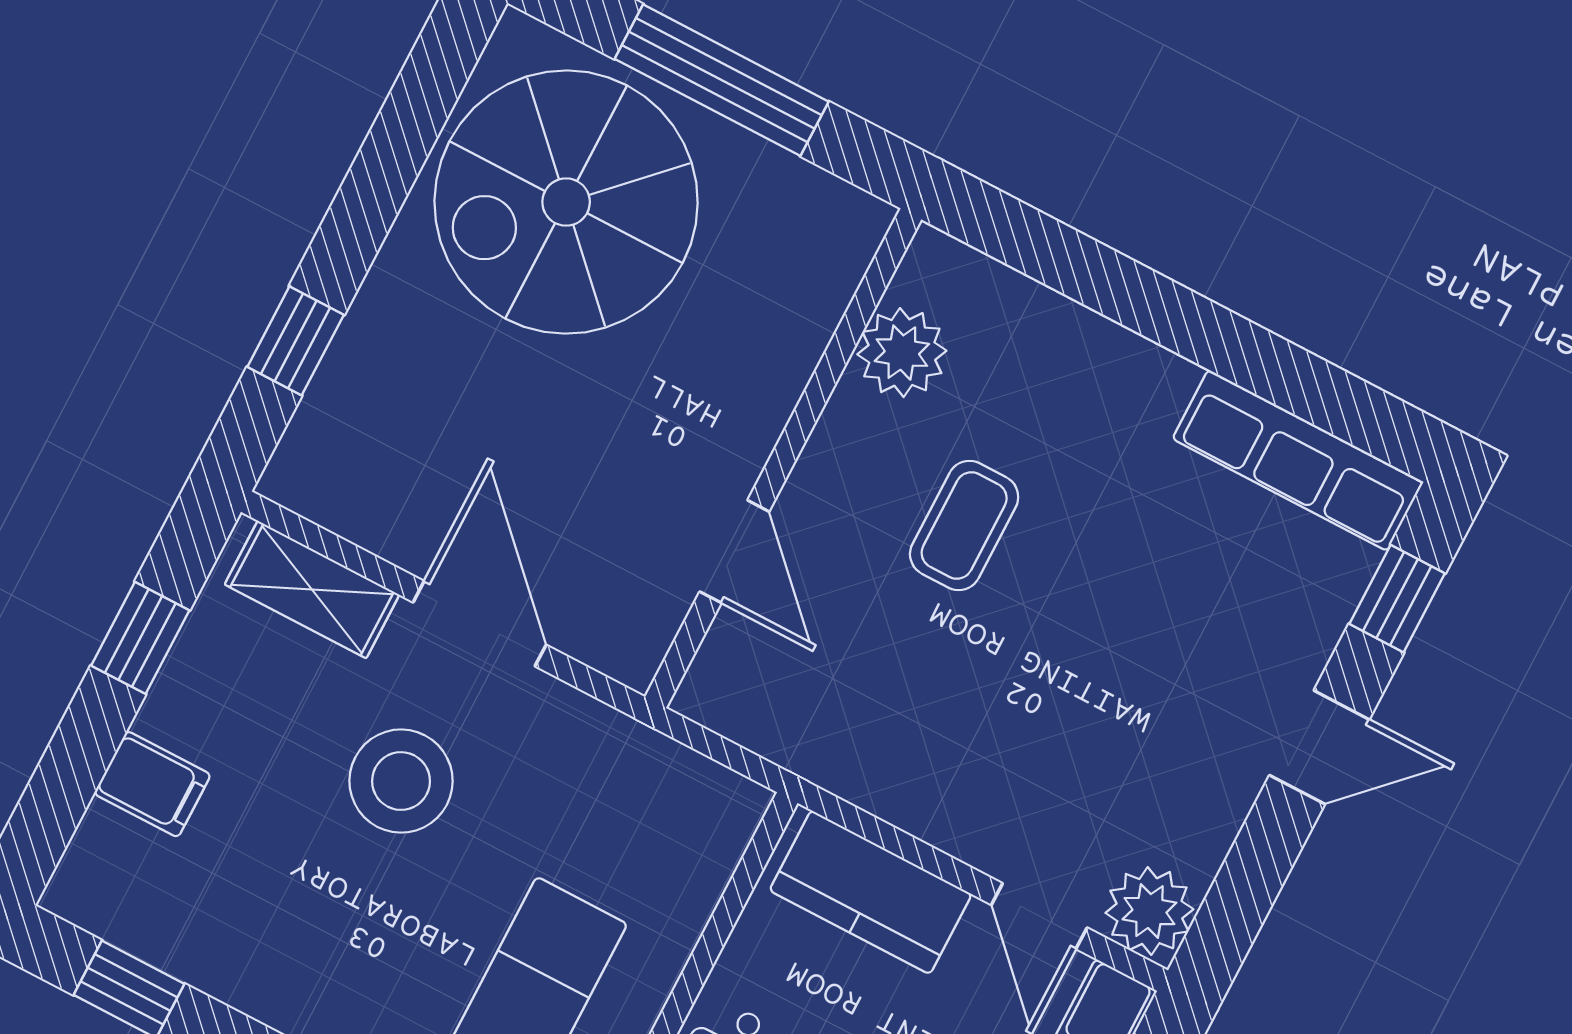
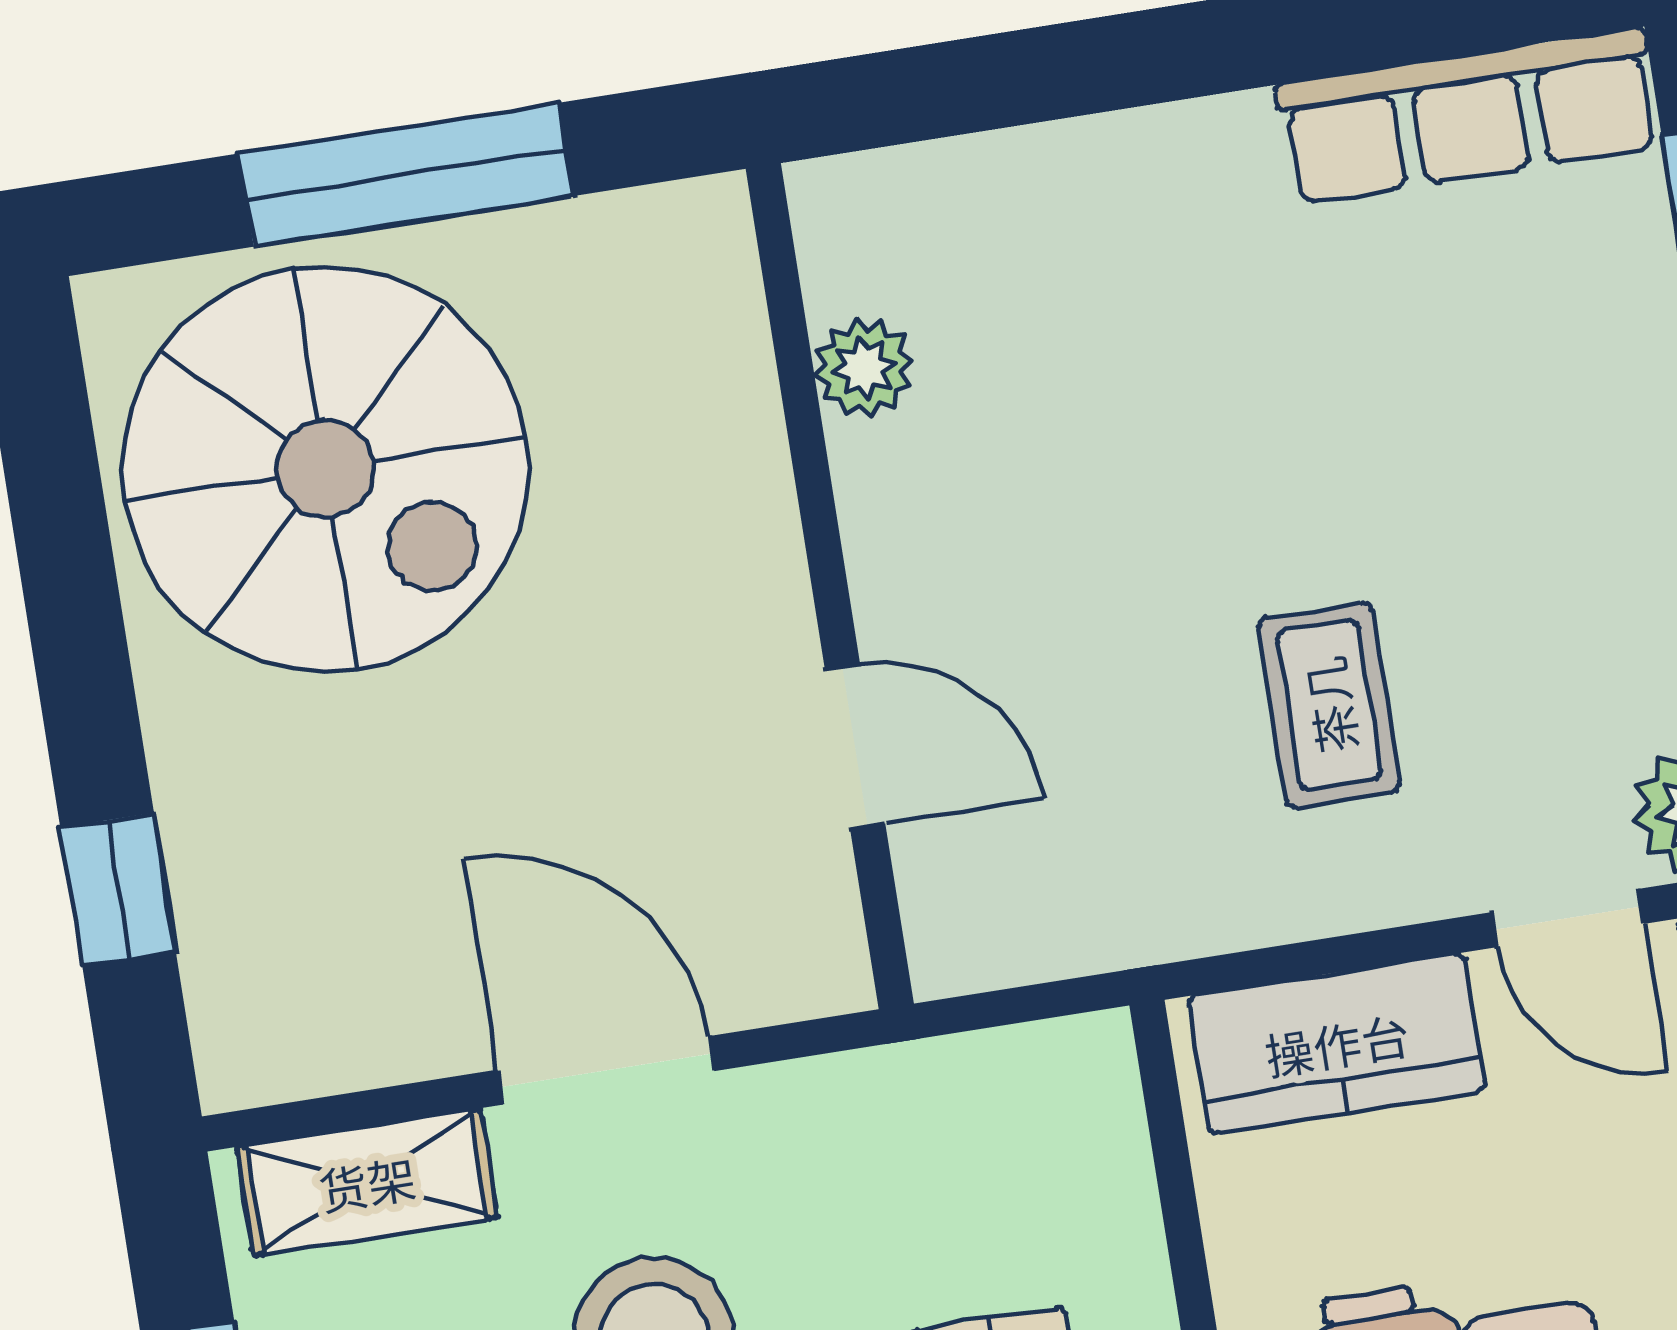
spiral stairs: (566, 202) -> (325, 469), turned -90
plant: (902, 353) -> (864, 368), width x0.73, depth x0.73
coffee table: (964, 526) -> (1329, 705), moved

